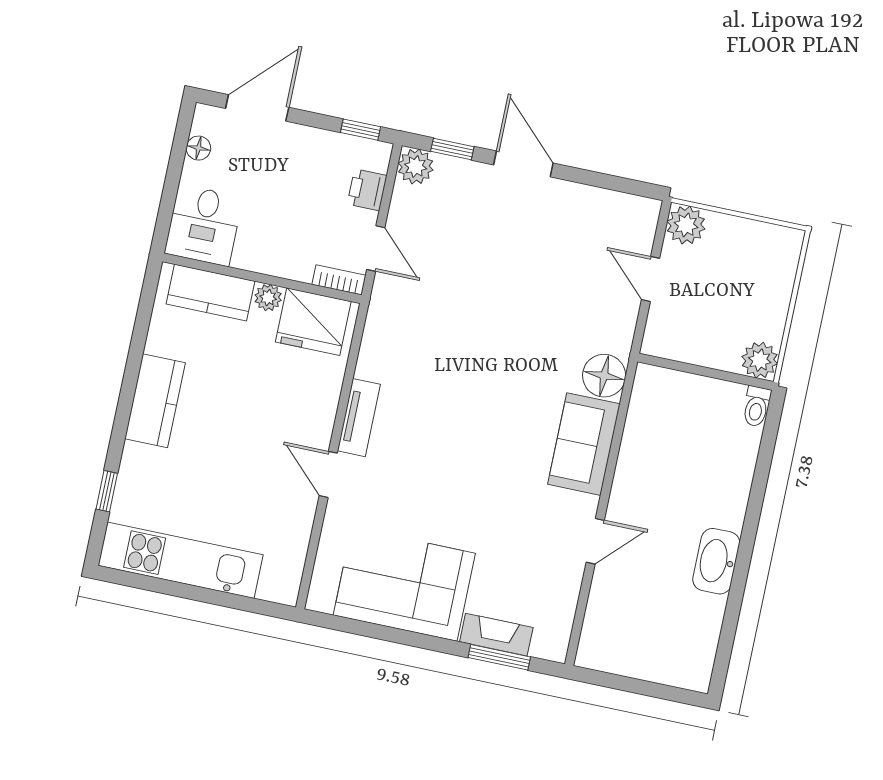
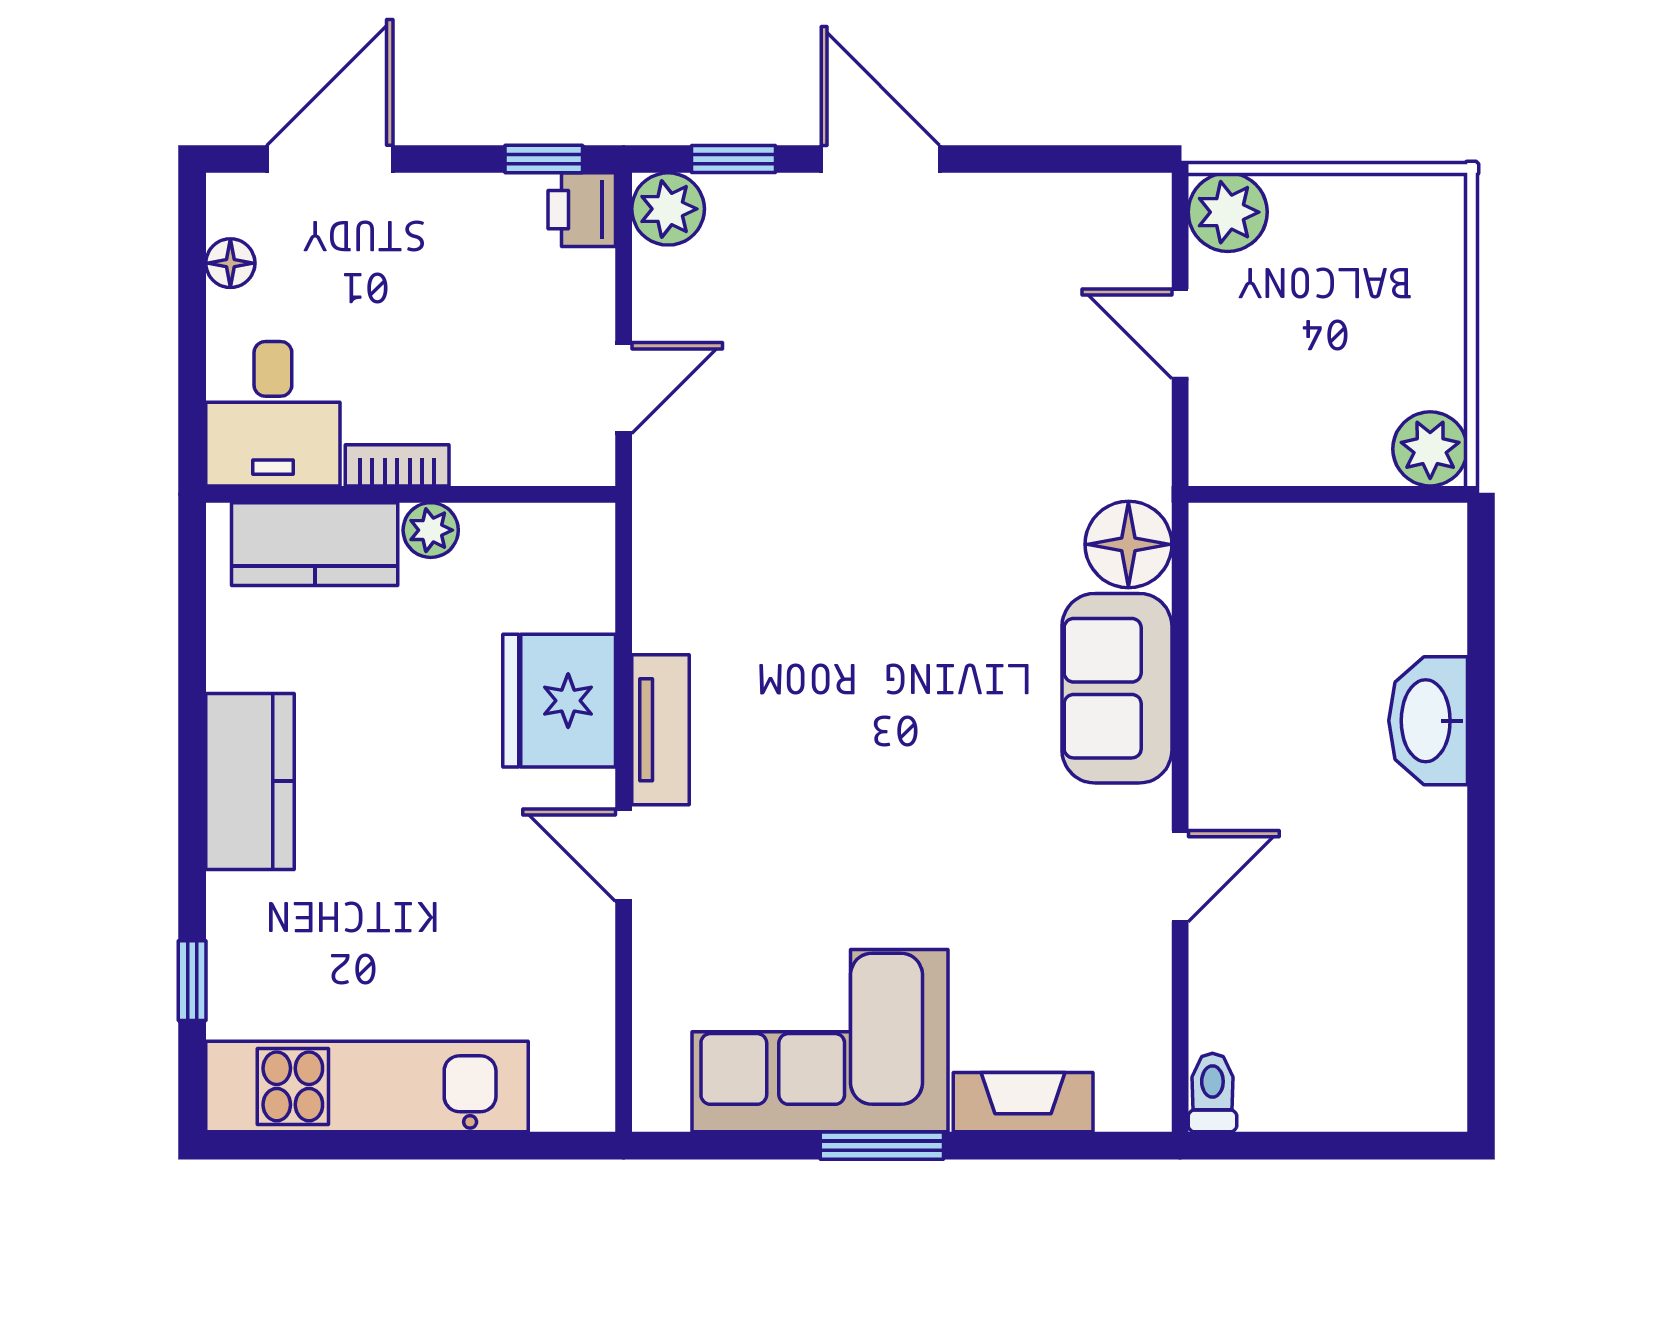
printer: (367, 190) -> (582, 210), moved
door: (376, 249) -> (624, 388), hinge flipped
bookcase: (339, 280) -> (397, 465), moved
fridge: (313, 322) -> (559, 701), moved, turned 90
toilet: (757, 406) -> (1212, 1093), moved, turned 180
washbasin: (716, 561) -> (1428, 721), moved
window: (499, 657) -> (882, 1146), moved

